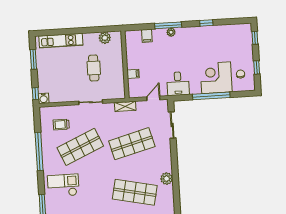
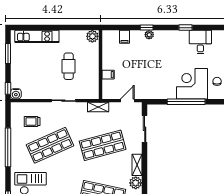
window: (168, 25) -> (147, 28), width x0.46
plant: (105, 38) -> (92, 36), moved
desk: (178, 84) -> (200, 42), moved, turned 180
shelving: (167, 161) -> (137, 165), added

